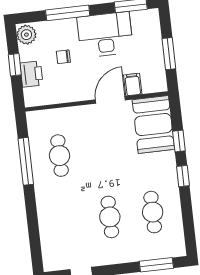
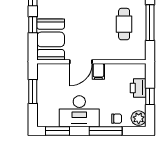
chair: (63, 57) -> (117, 119), moved
filing cabinet: (133, 85) -> (98, 71), moved

